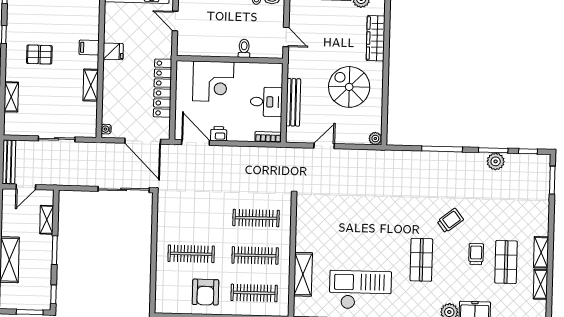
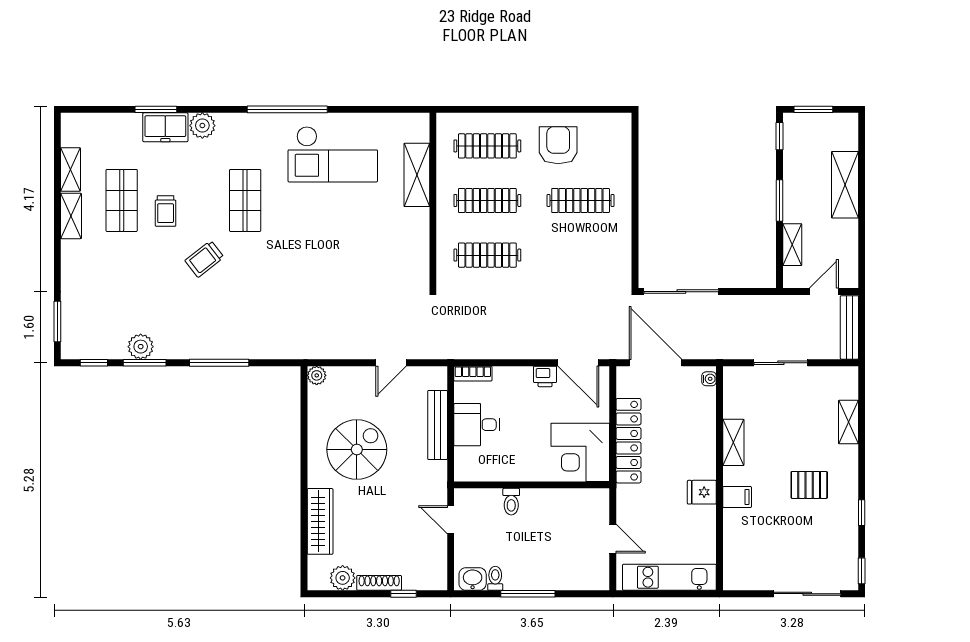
corner desk: (213, 81) -> (580, 452), moved, turned -90
spiral stairs: (349, 87) -> (357, 449), turned -90

